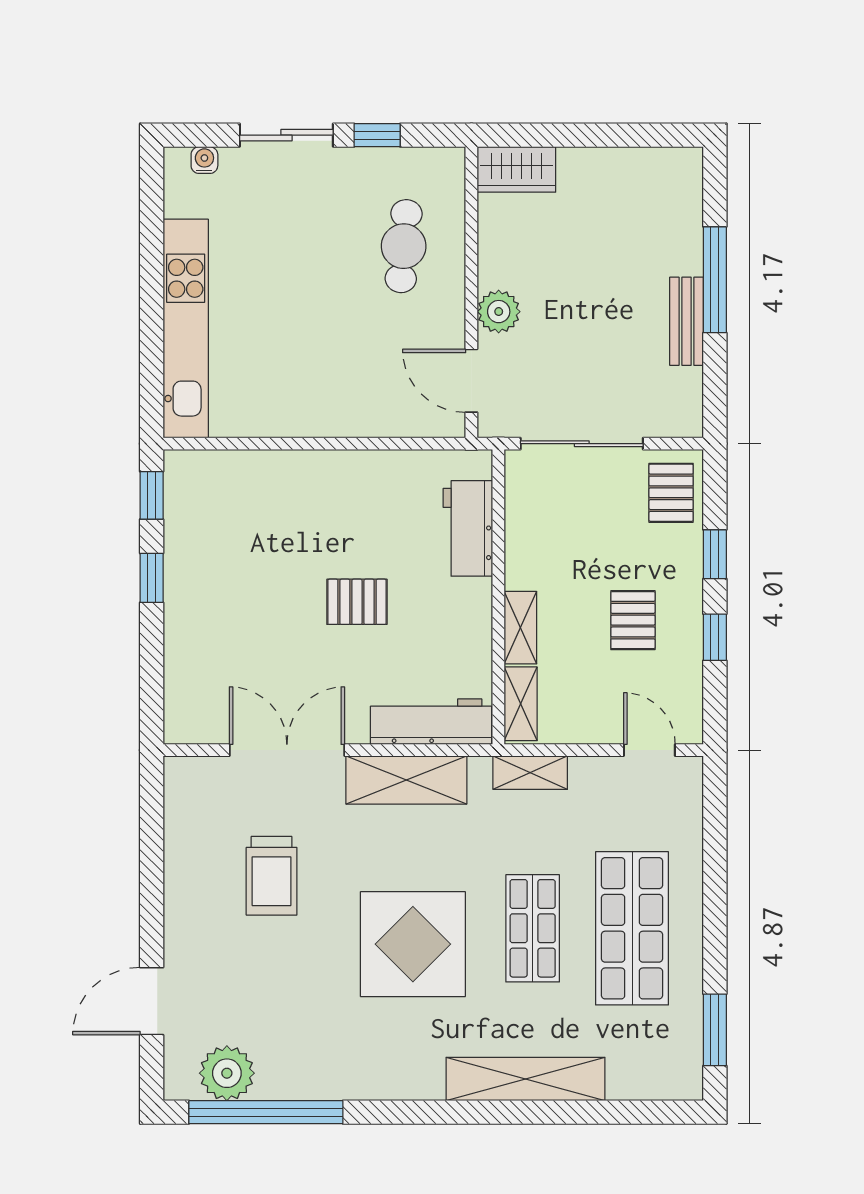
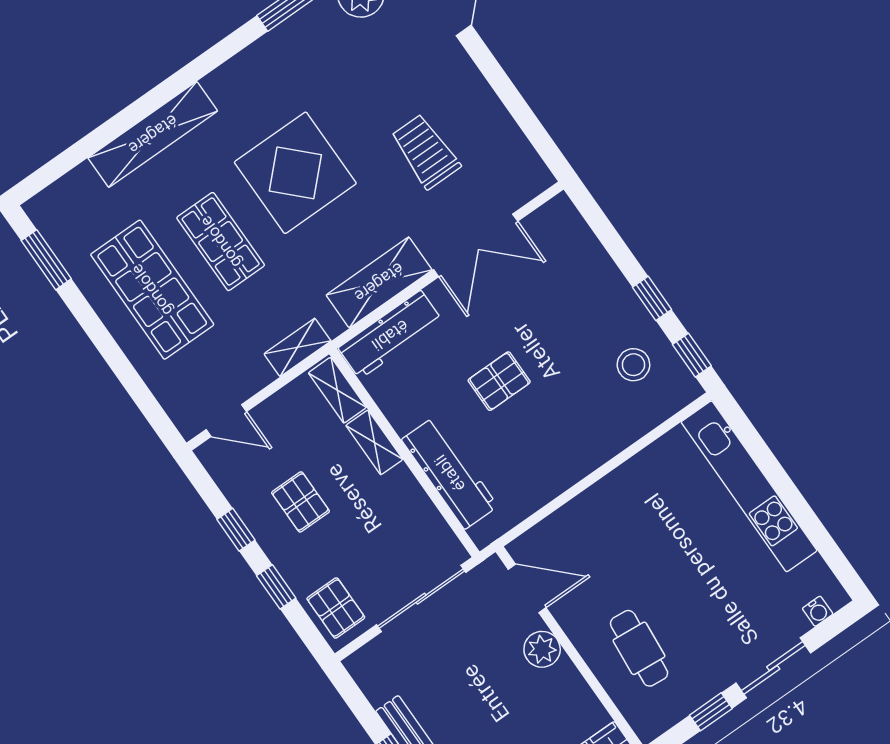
stool: (215, 526) -> (633, 365), added
workbench: (468, 528) -> (450, 473), width x1.37

